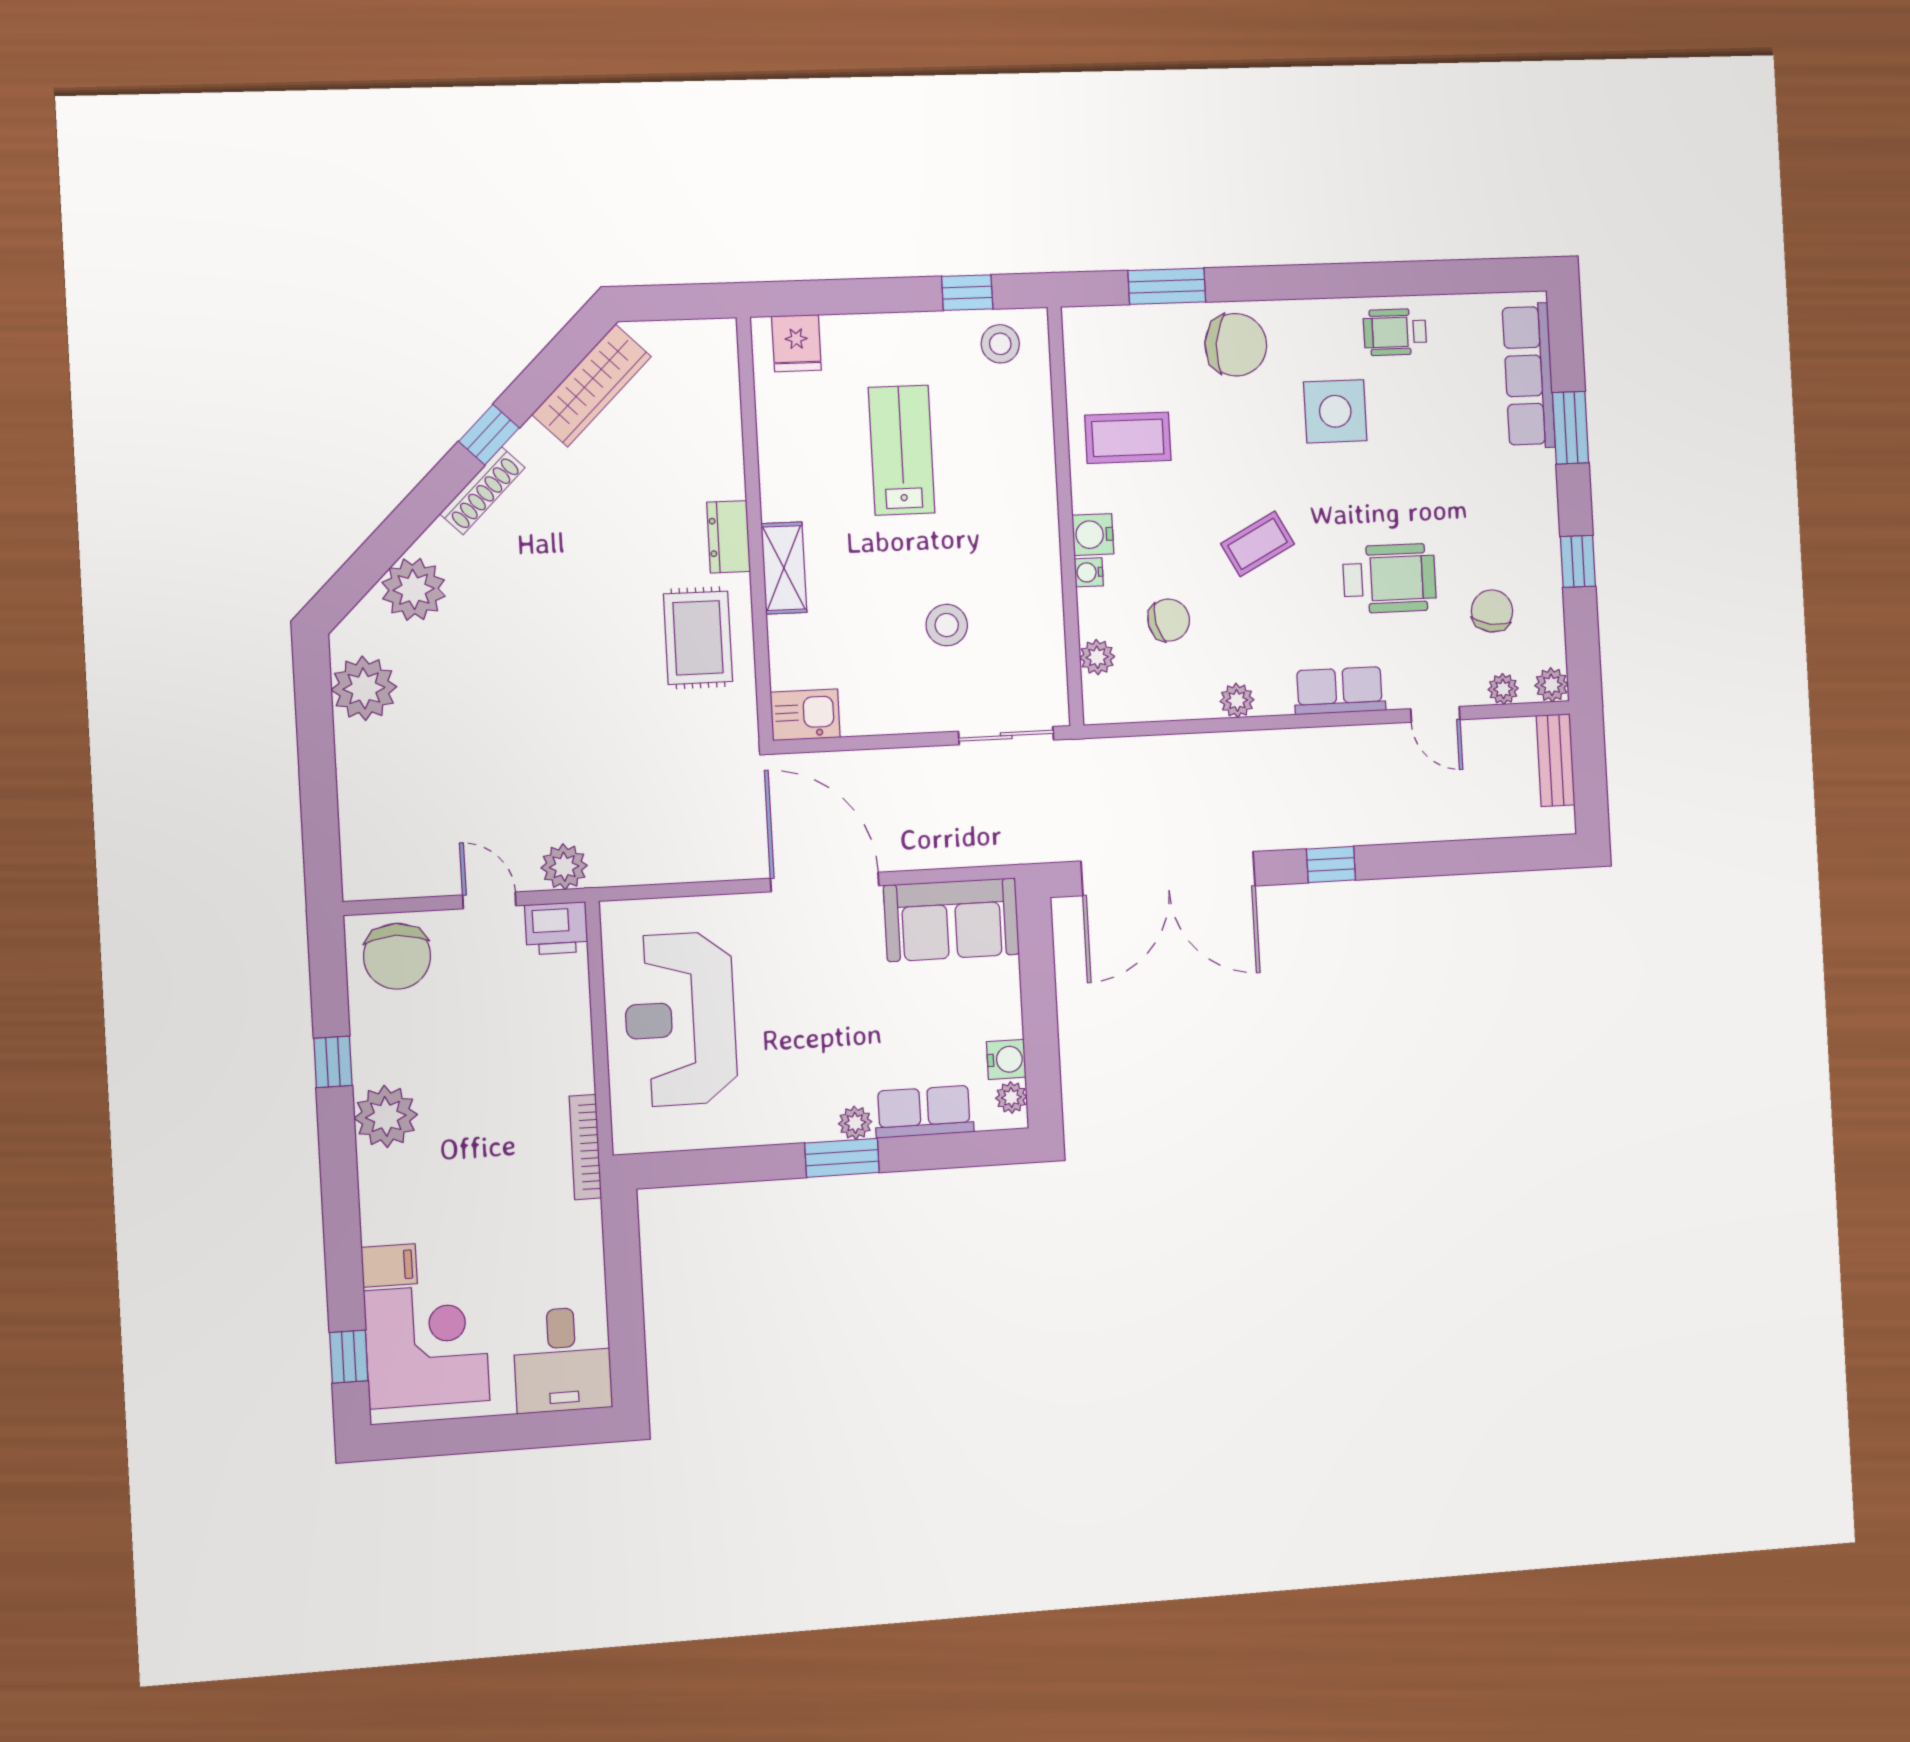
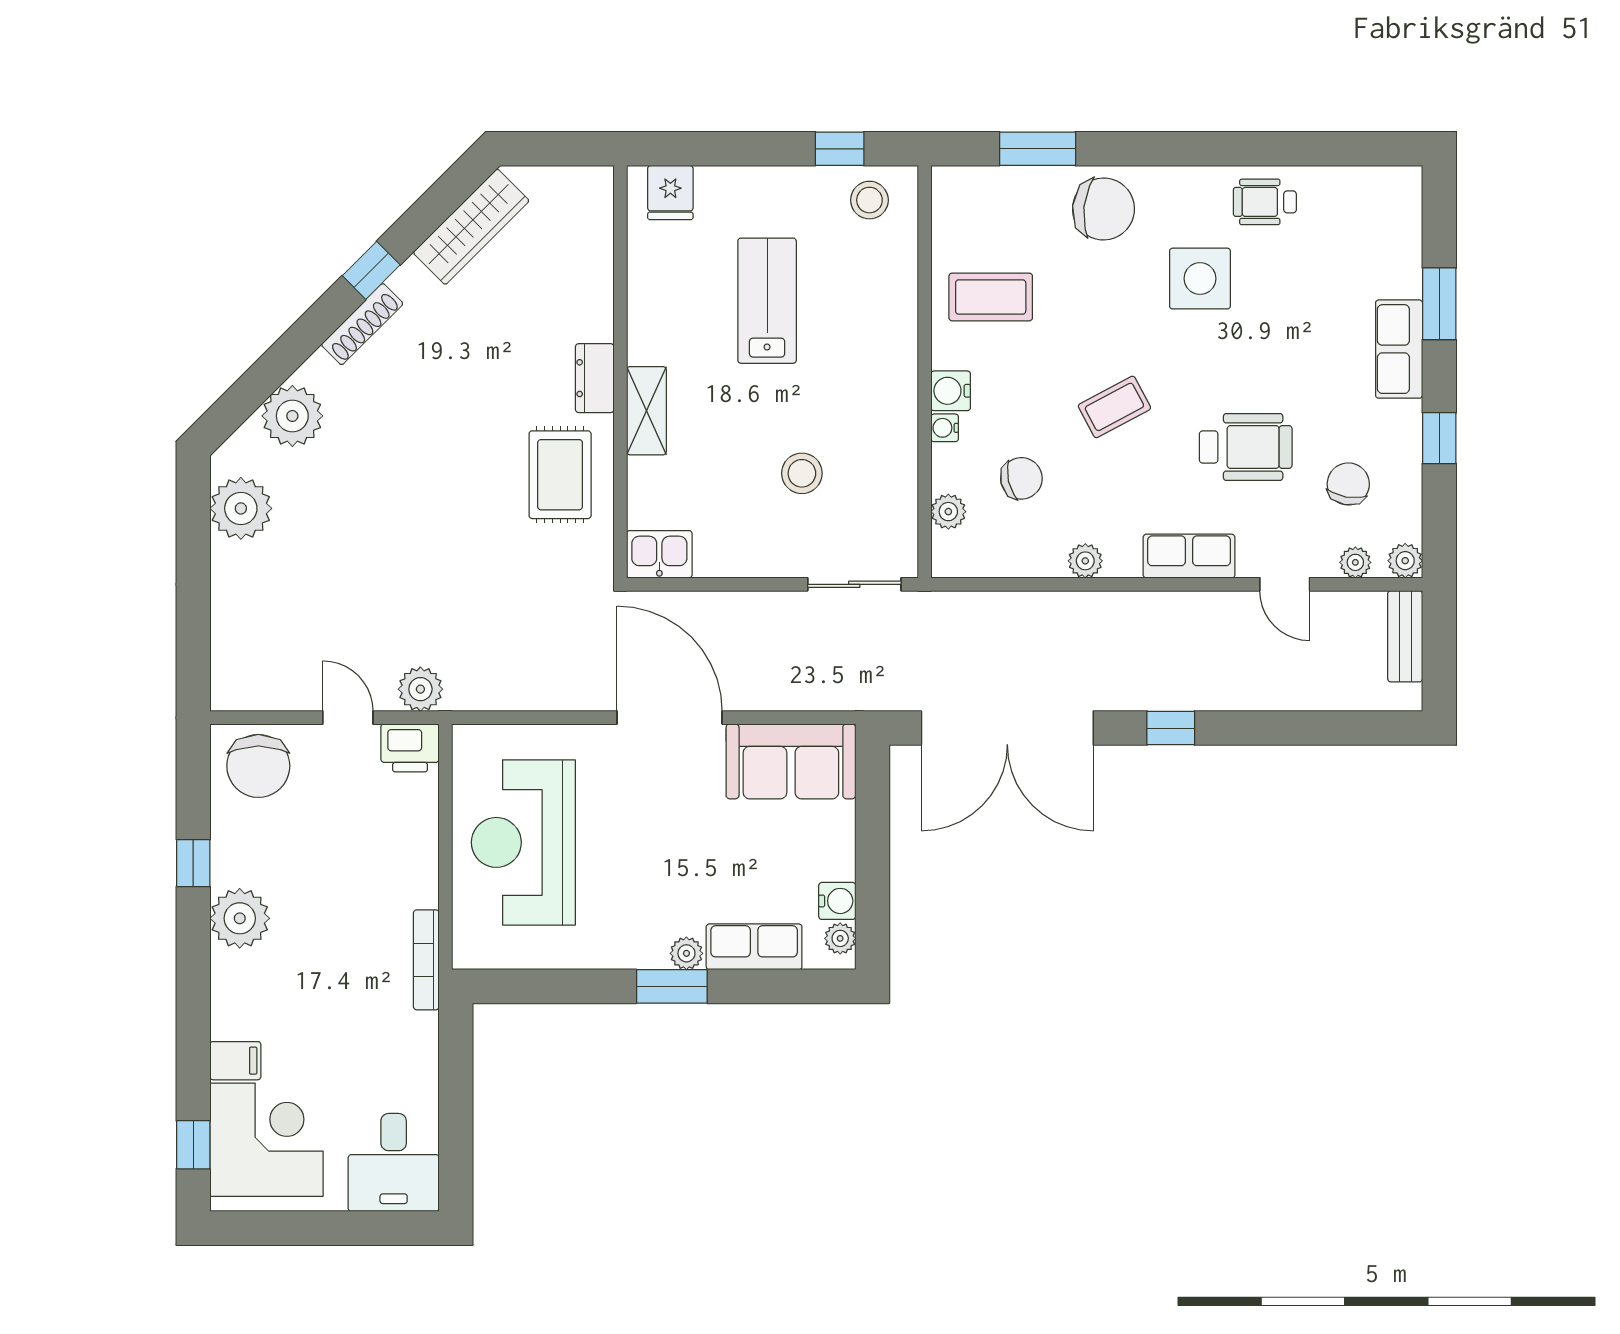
row of seats: (1529, 376) -> (1399, 349), moved, width x0.68

